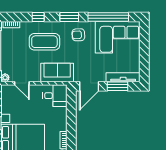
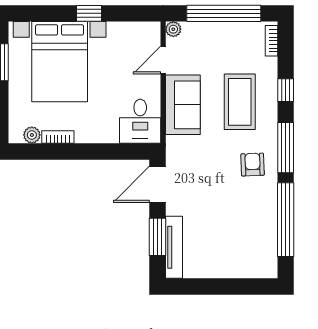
window: (69, 17) -> (286, 148), width x1.44
corner sofa: (118, 37) -> (248, 237), removed
sofa: (57, 73) -> (183, 105), moved
door: (89, 86) -> (157, 184), hinge flipped

